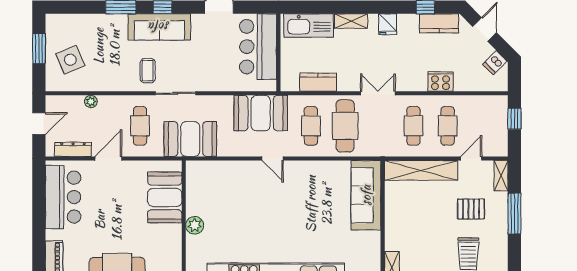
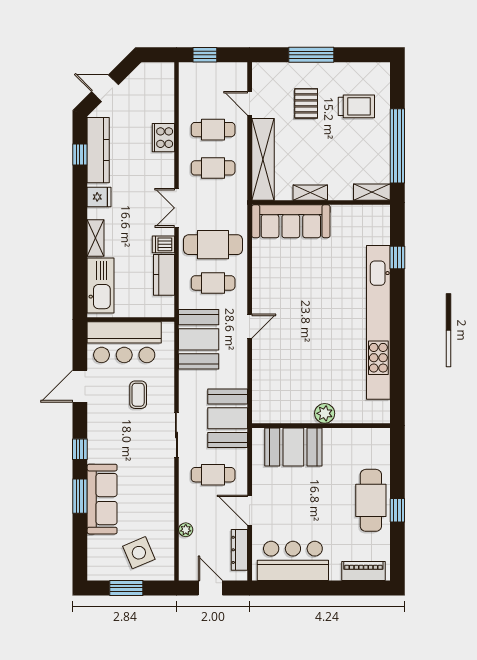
kitchen counter: (439, 23) -> (98, 150), width x1.50
sofa: (159, 27) -> (102, 499), moved
dishwasher: (495, 63) -> (163, 244), moved, turned 135
coffee table: (148, 71) -> (138, 395), moved, turned 90
shelving: (501, 176) -> (310, 193), moved

